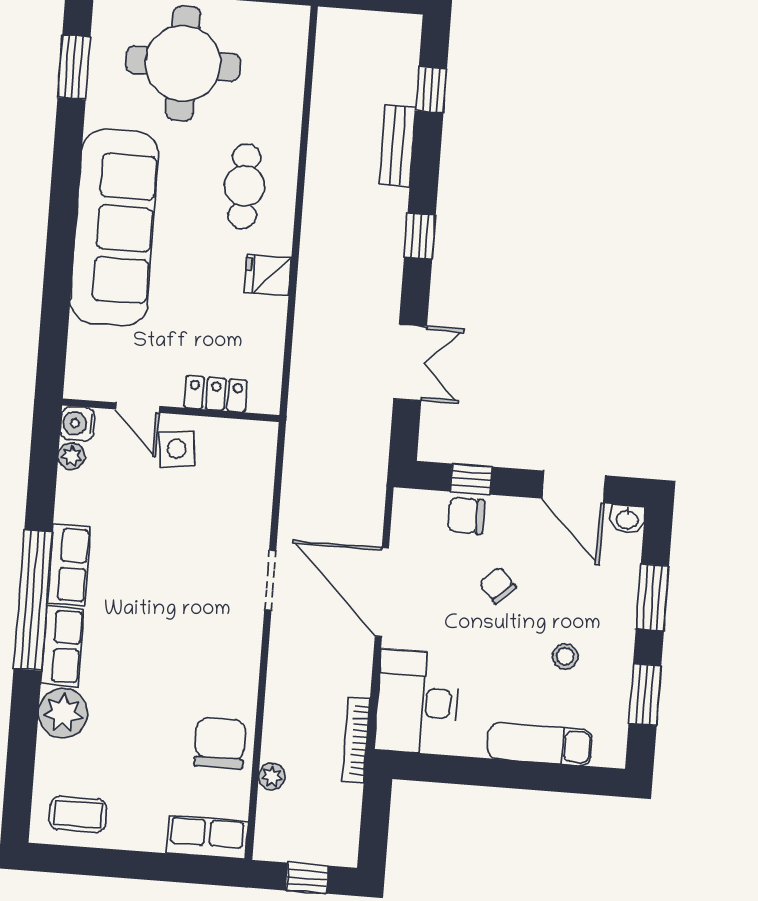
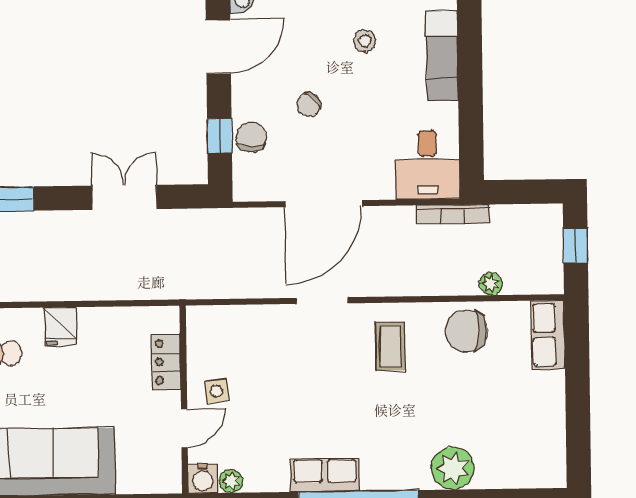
side table: (177, 449) -> (217, 391), width x0.73, depth x0.73
chair: (466, 516) -> (251, 137), turned 180
row of seats: (62, 646) -> (395, 474), removed
desk: (417, 702) -> (427, 165), width x0.73
coffee table: (78, 814) -> (390, 346), moved

